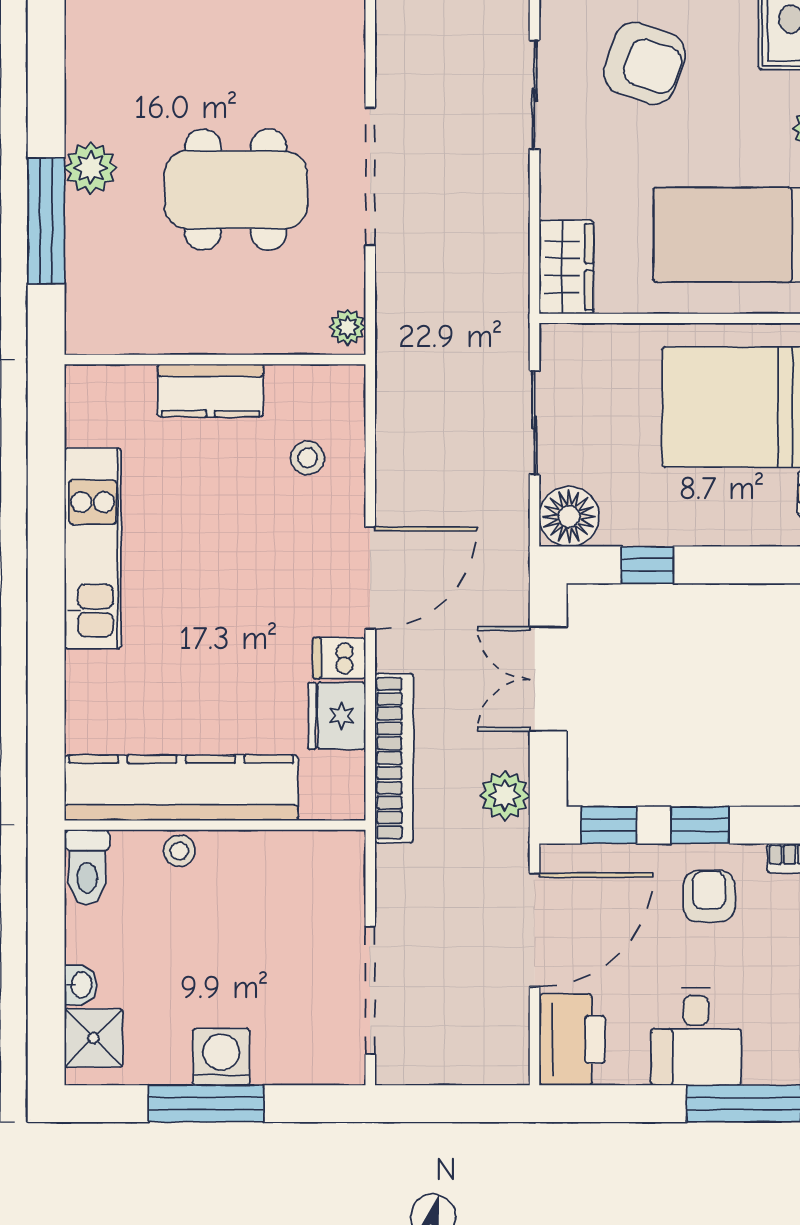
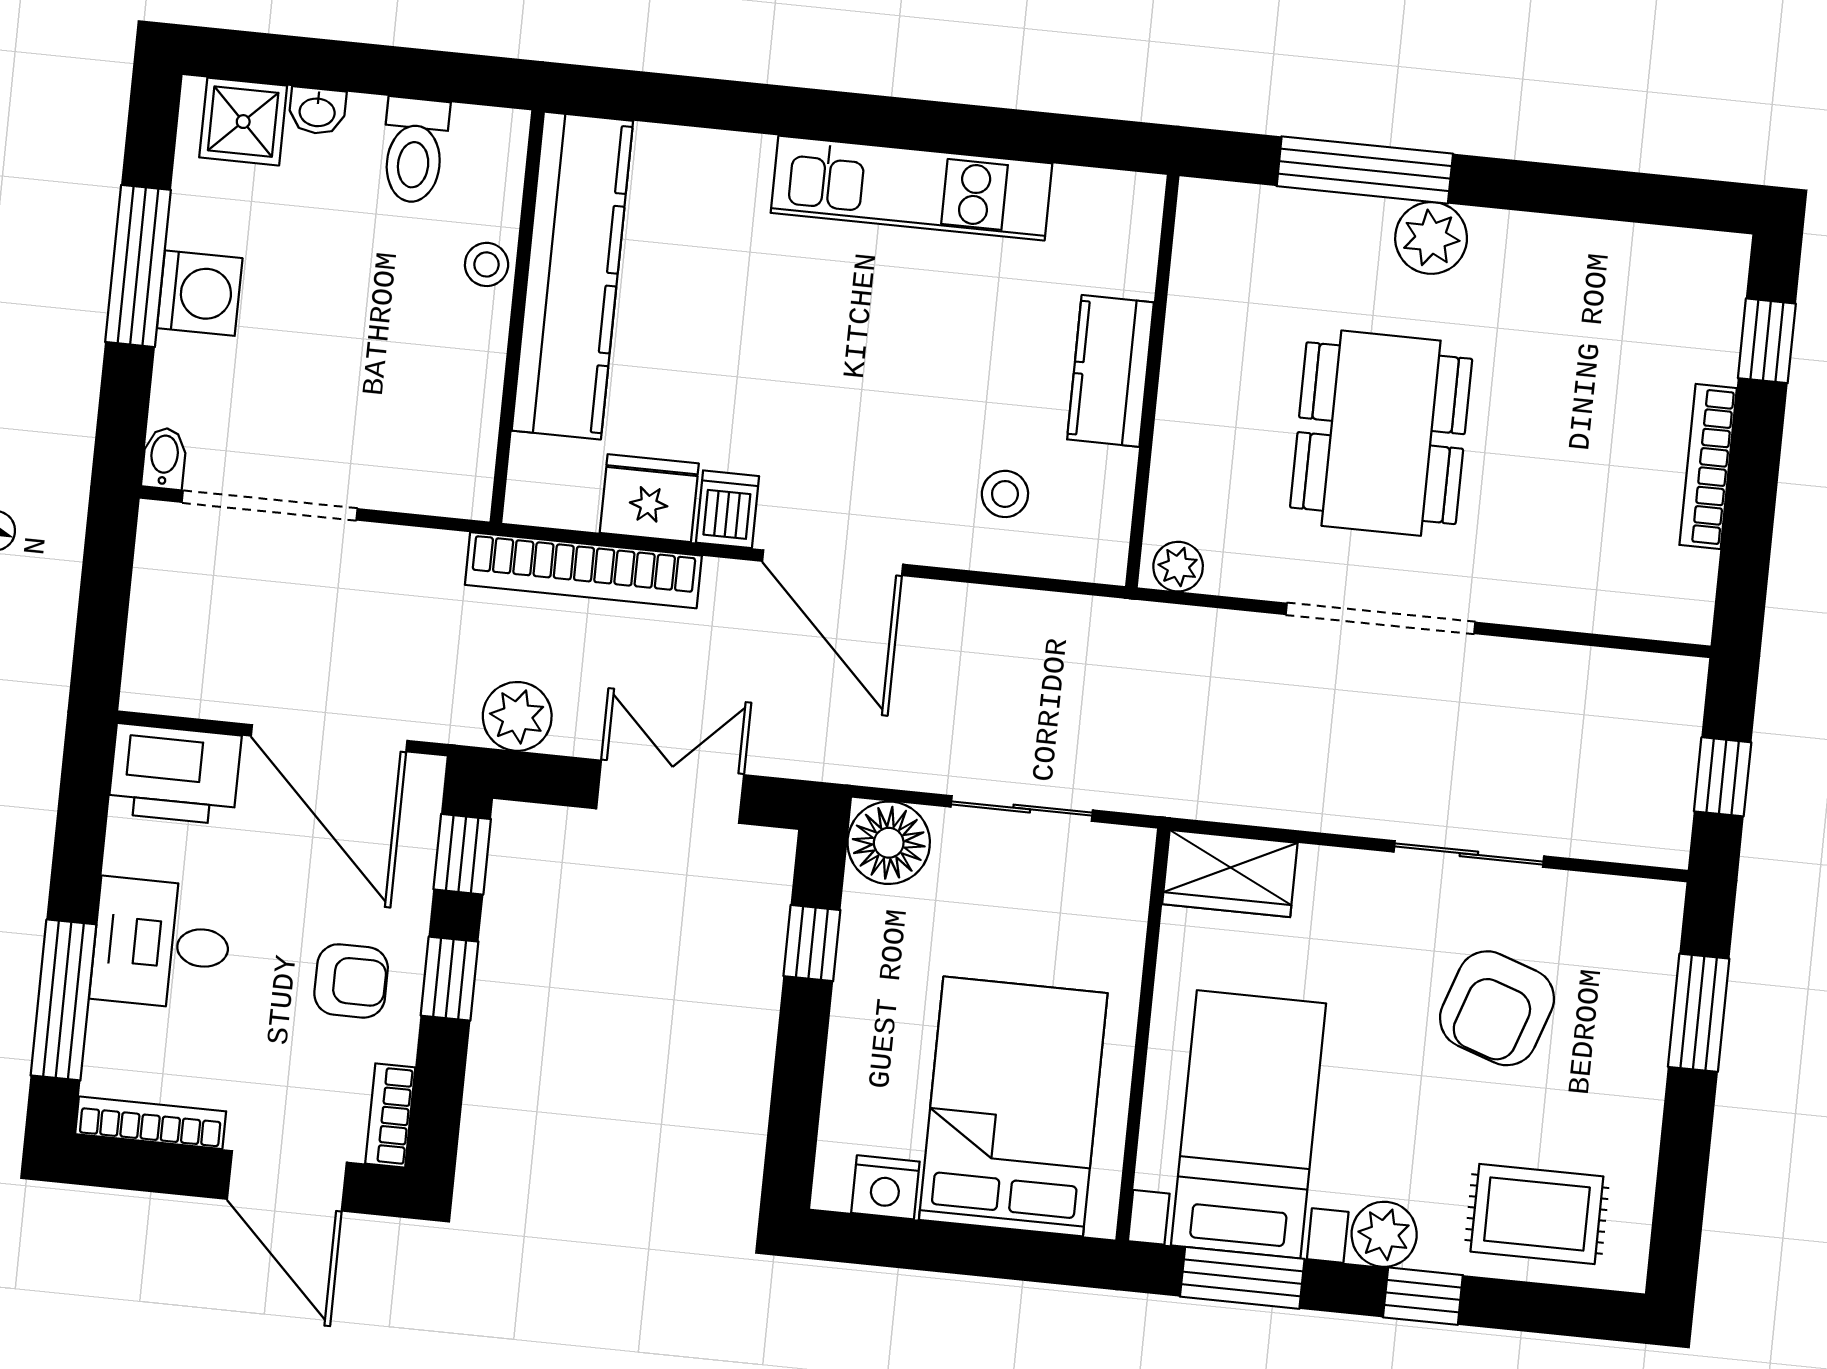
toilet: (87, 867) -> (415, 150), moved, turned -90
bidet: (344, 1070) -> (164, 458), added

